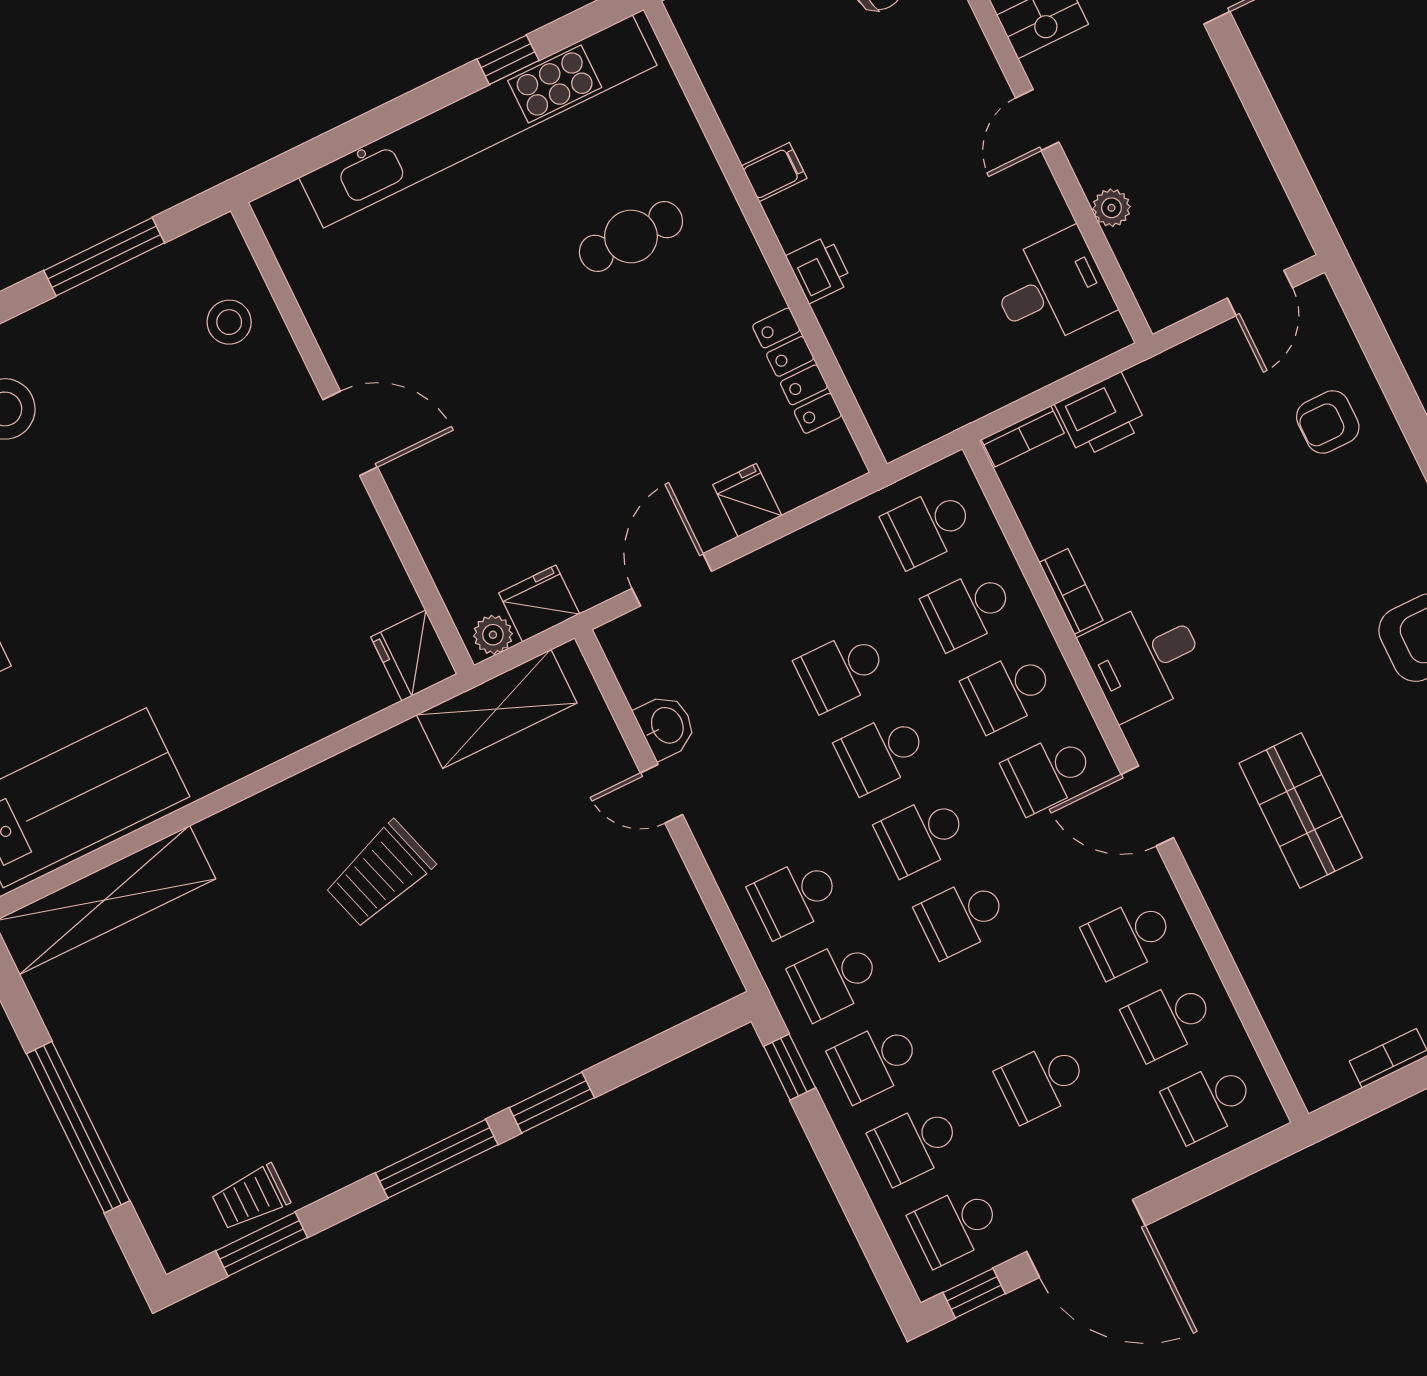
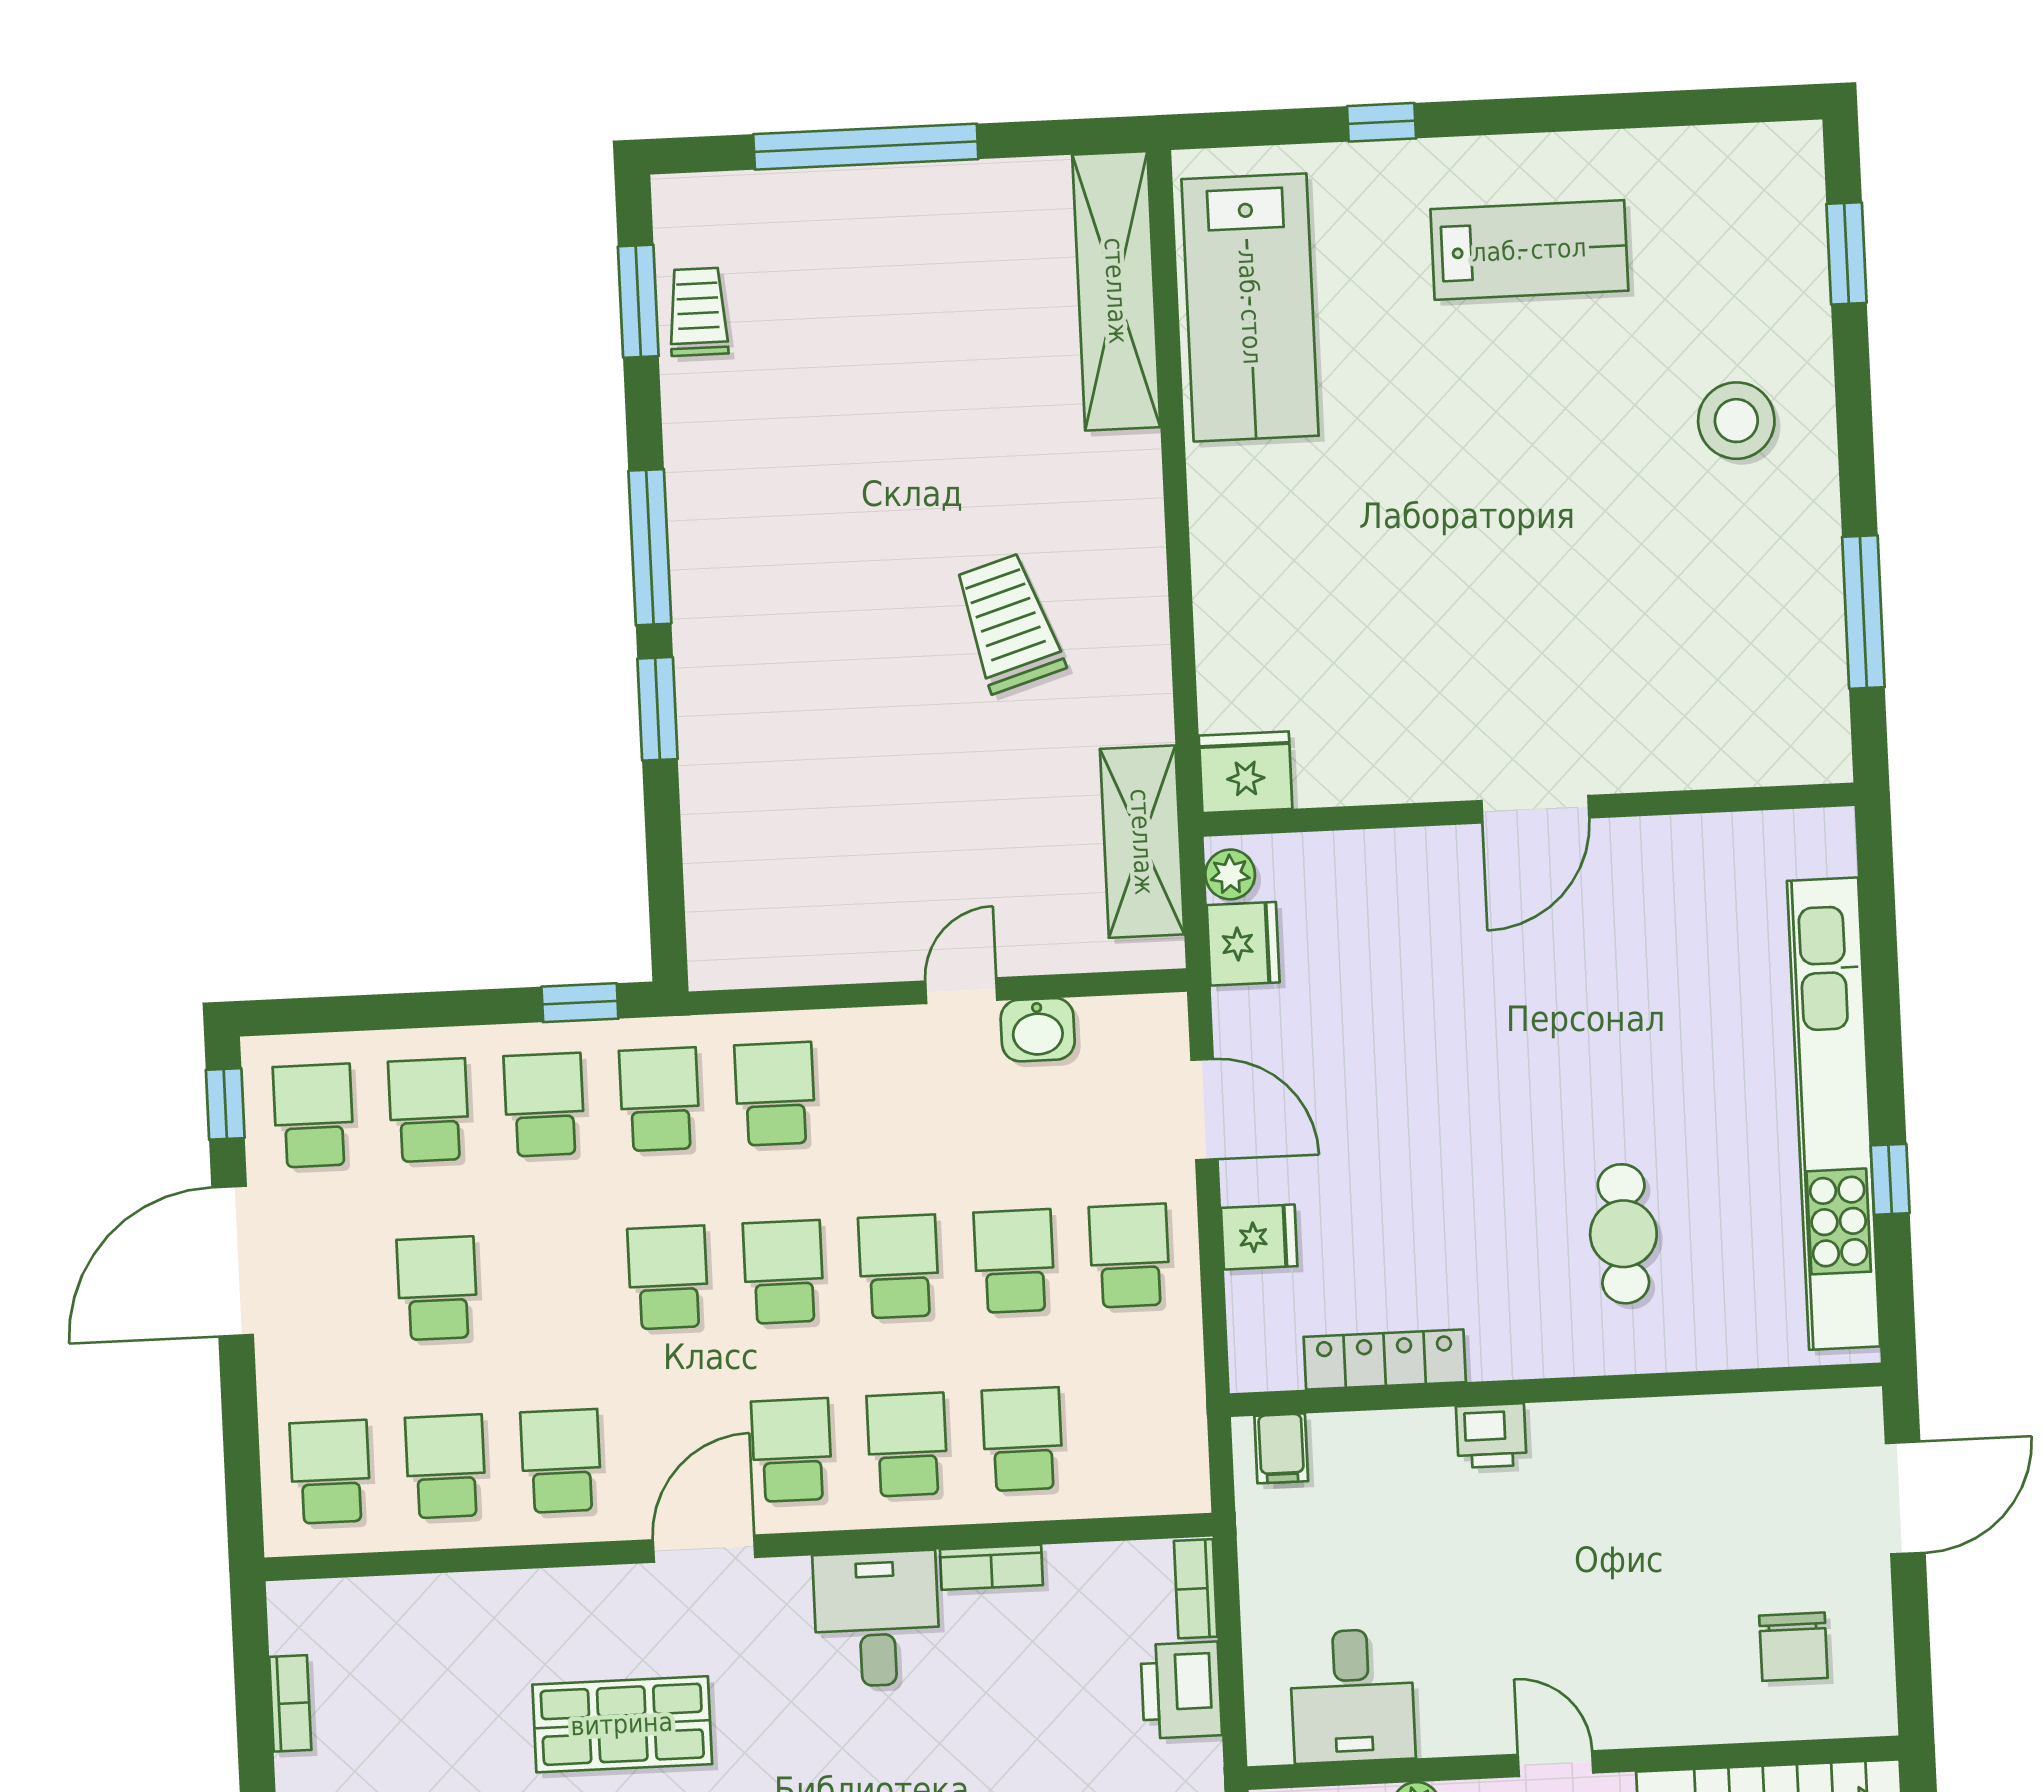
filing cabinet: (774, 172) -> (1281, 1448), moved
stool: (229, 322) -> (1725, 724), removed
school desk: (928, 527) -> (1130, 1256), moved

